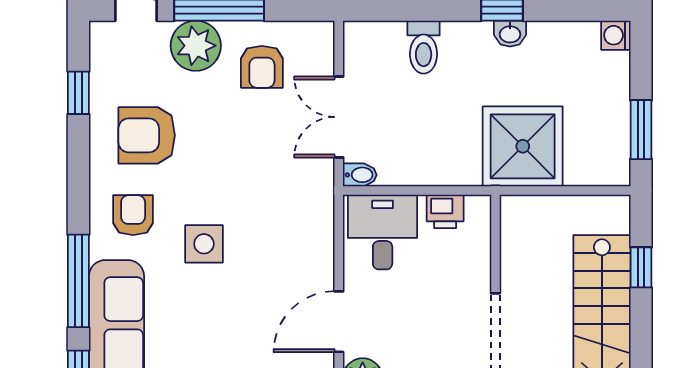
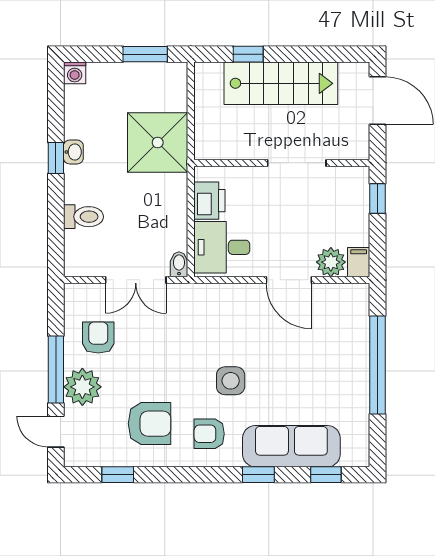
armchair: (262, 67) -> (98, 337), turned -90
armchair: (147, 135) -> (150, 424), turned -90
printer: (445, 211) -> (209, 201), width x1.36, depth x1.24
window: (78, 281) -> (258, 475), width x0.46

